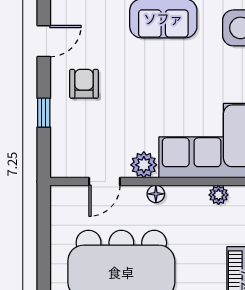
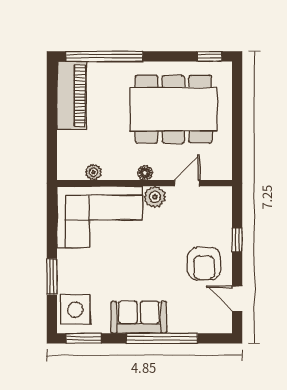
door: (44, 41) -> (237, 299), hinge flipped
armchair: (84, 84) -> (204, 264), width x1.38, depth x1.38

